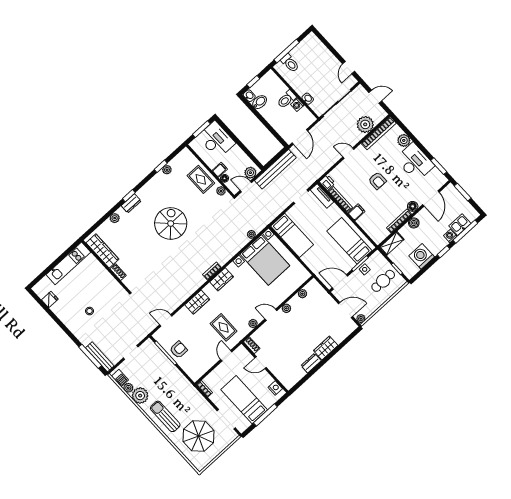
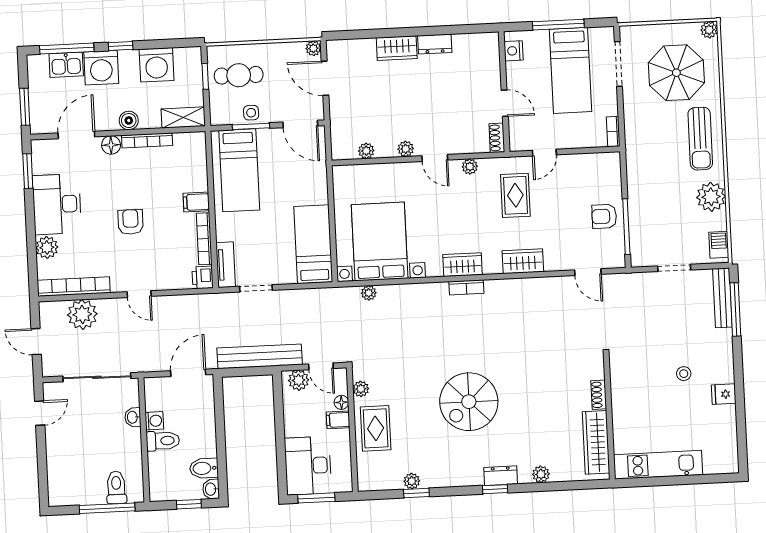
washing machine: (450, 236) -> (101, 68), width x1.89, depth x1.89
fridge: (50, 299) -> (724, 394), moved
plant: (128, 388) -> (709, 30), moved

